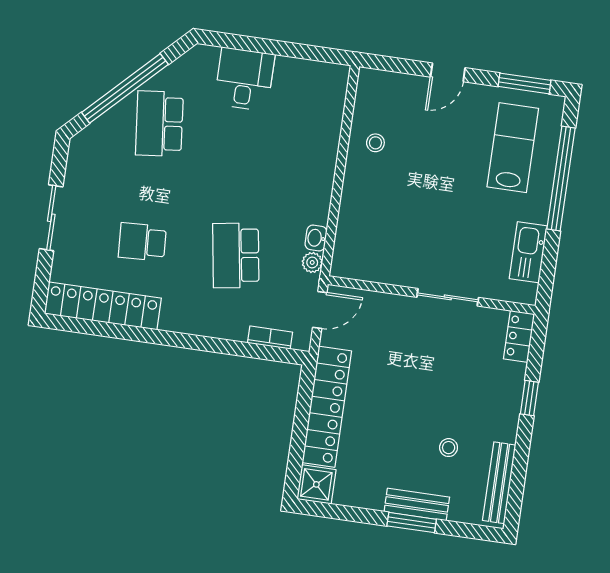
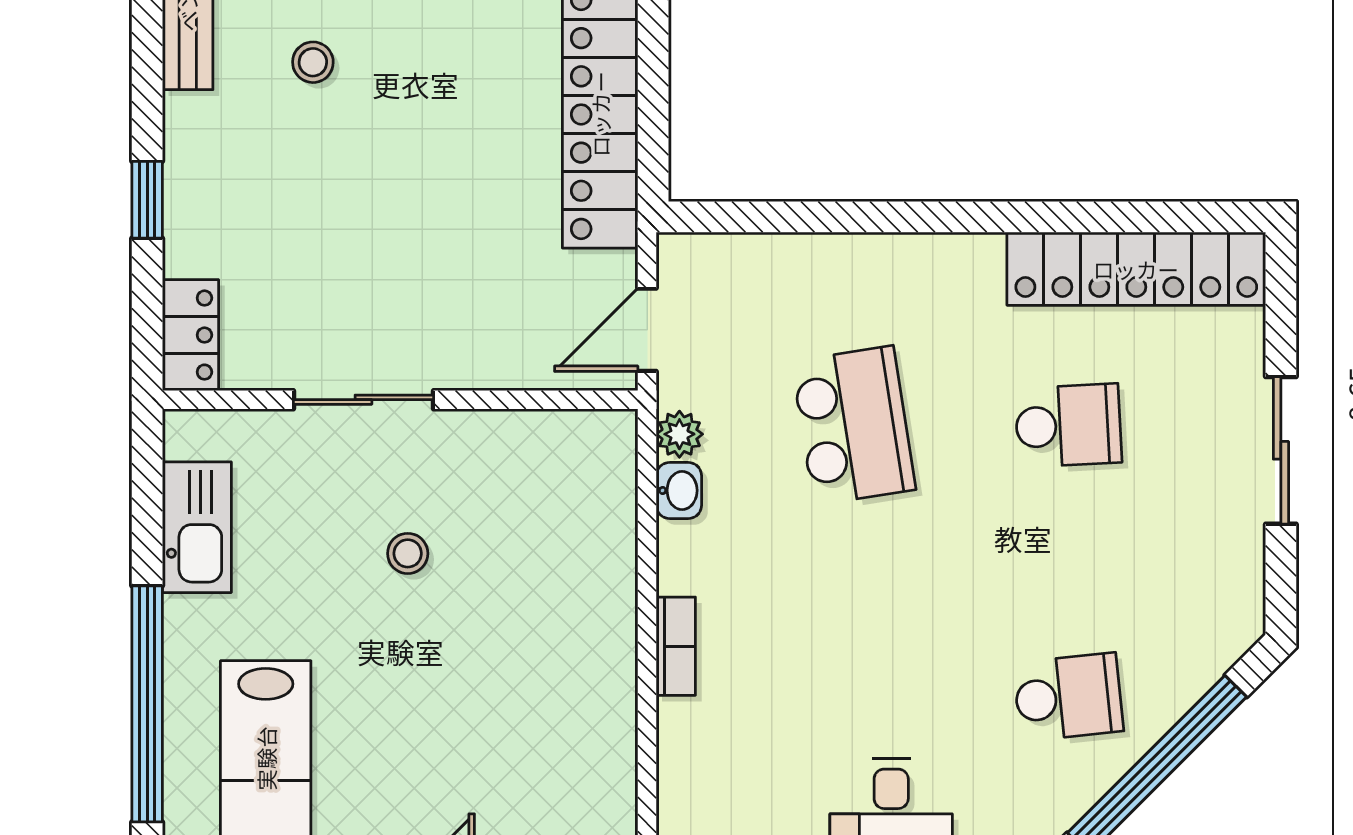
school desk: (159, 124) -> (1068, 697), width x0.54
stool: (375, 143) -> (408, 553), moved
bookcase: (270, 338) -> (676, 646), moved, turned -90

